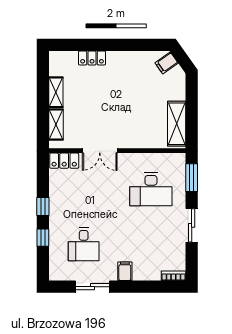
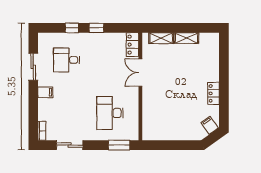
locker: (92, 58) -> (213, 93), moved
shelving: (177, 124) -> (162, 133), removed
sliding door: (192, 225) -> (70, 145), moved

